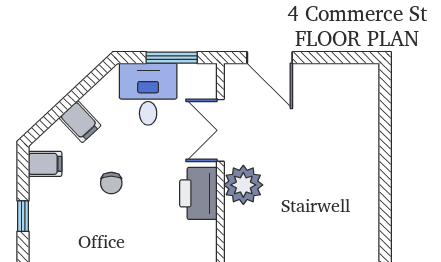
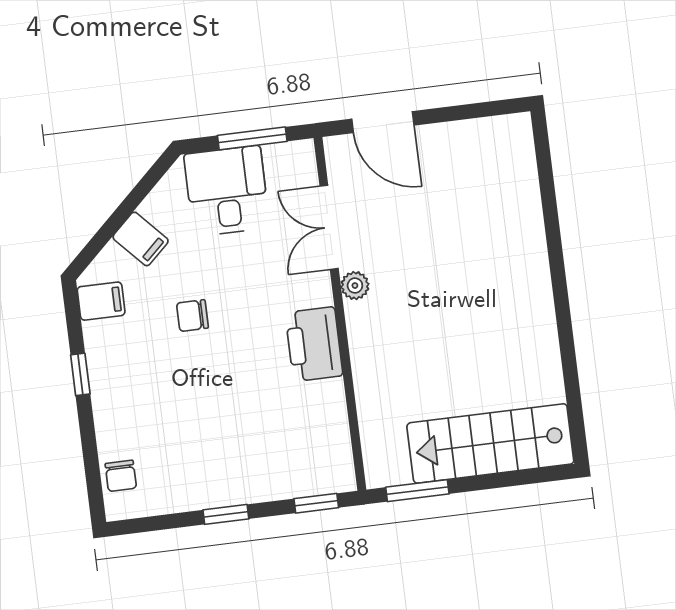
chair: (111, 183) -> (192, 316), turned 90
plant: (243, 185) -> (355, 286), width x0.53, depth x0.53
printer: (198, 193) -> (314, 344), moved

